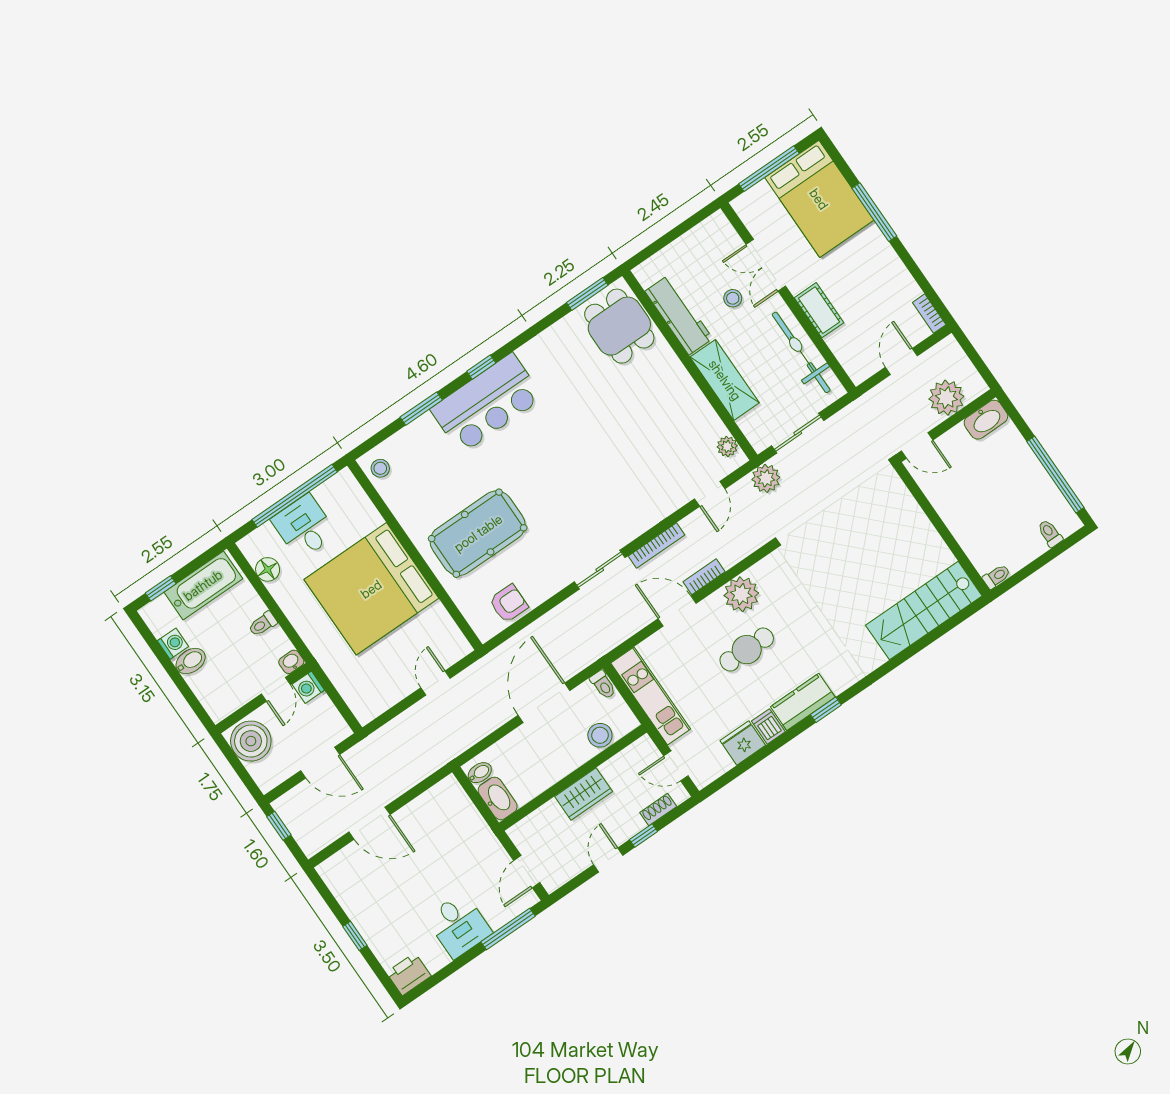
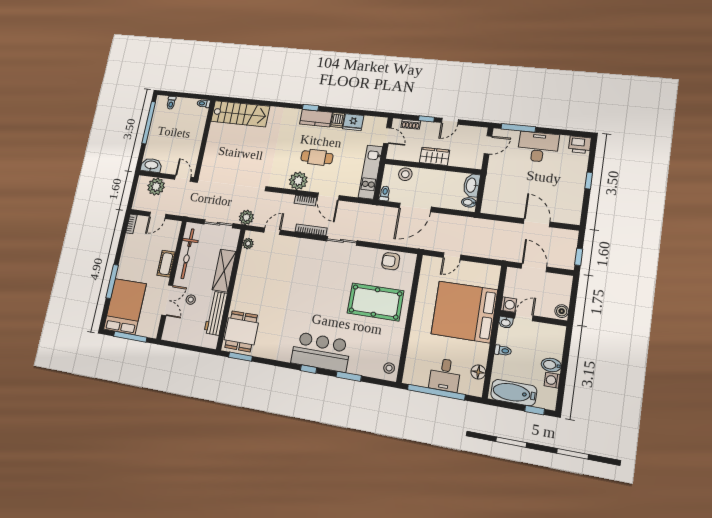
bed: (371, 589) -> (464, 312), moved, turned 180
boiler: (251, 741) -> (562, 311), width x0.54, depth x0.54
desk: (459, 925) -> (538, 147), width x1.37

